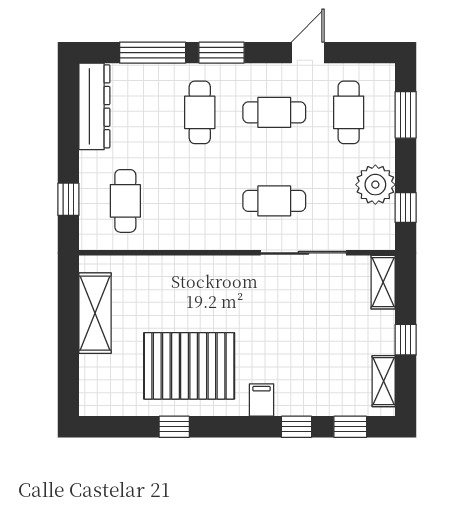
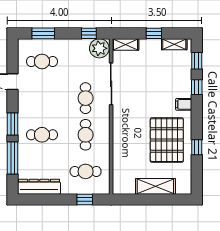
cafe table: (274, 112) -> (86, 135), moved
plant: (375, 185) -> (99, 48), moved
shelving: (95, 313) -> (155, 186), moved

